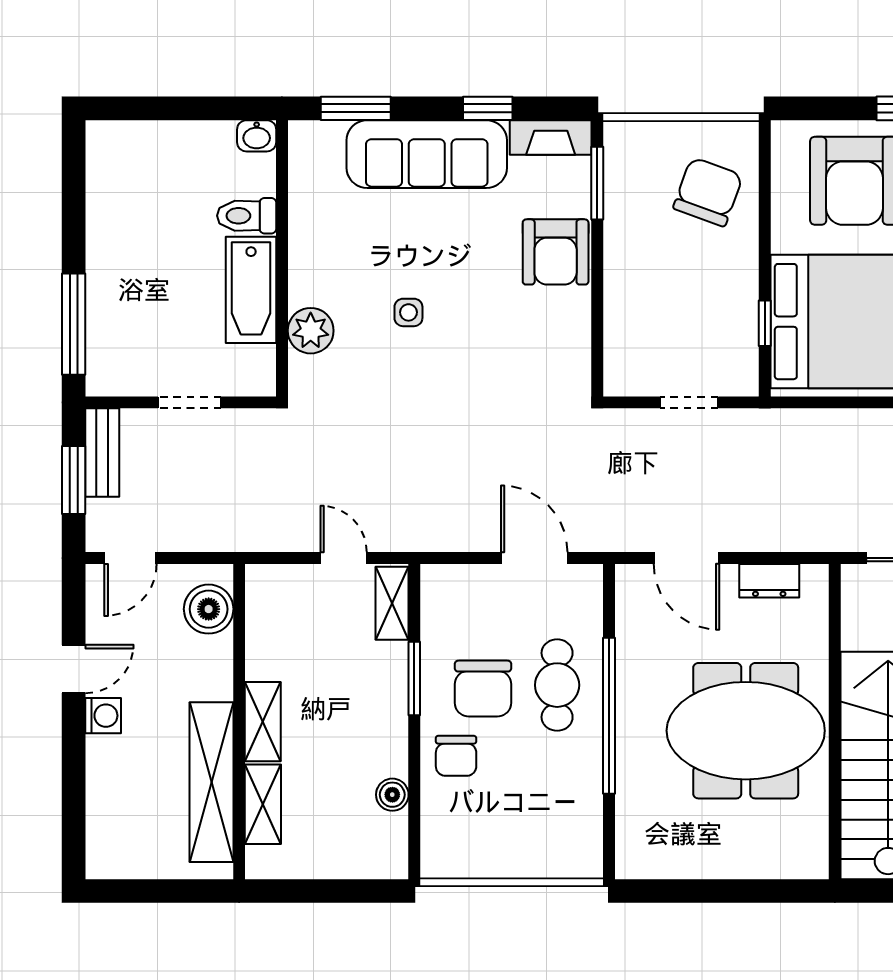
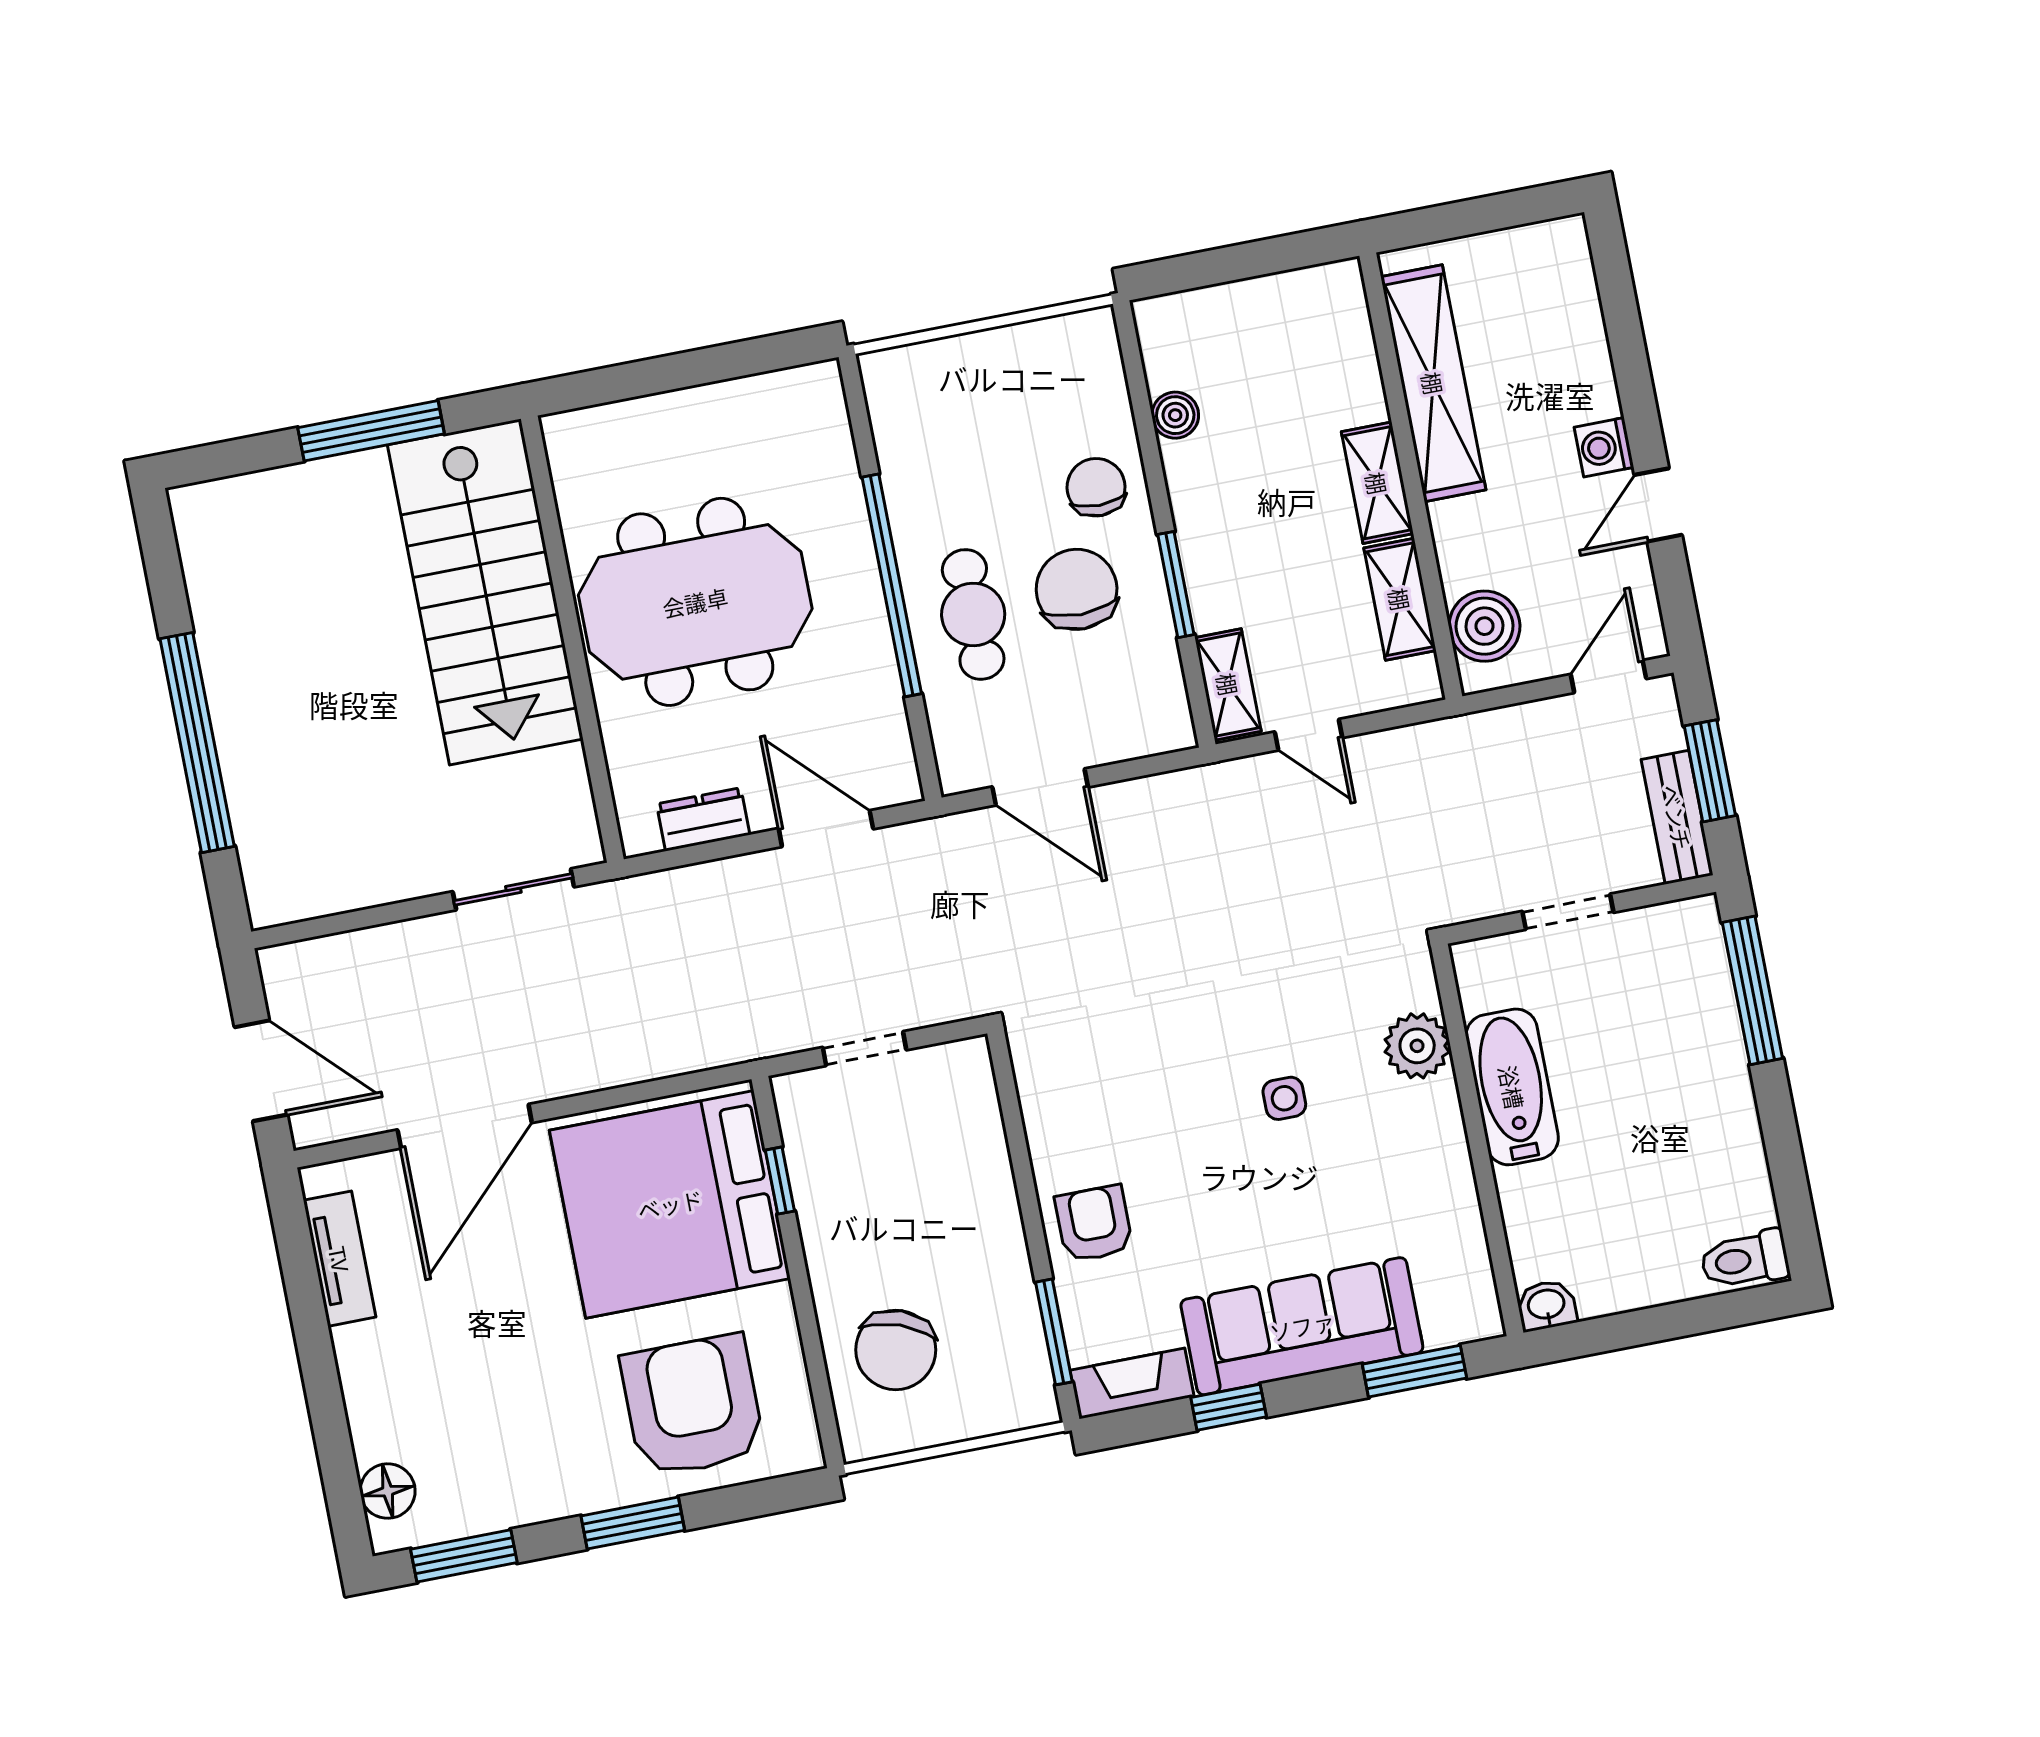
toilet: (247, 216) -> (1745, 1260), moved, turned 180
armchair: (556, 252) -> (1094, 1224), width x0.72, depth x0.72
shelving: (263, 804) -> (1400, 599), moved

